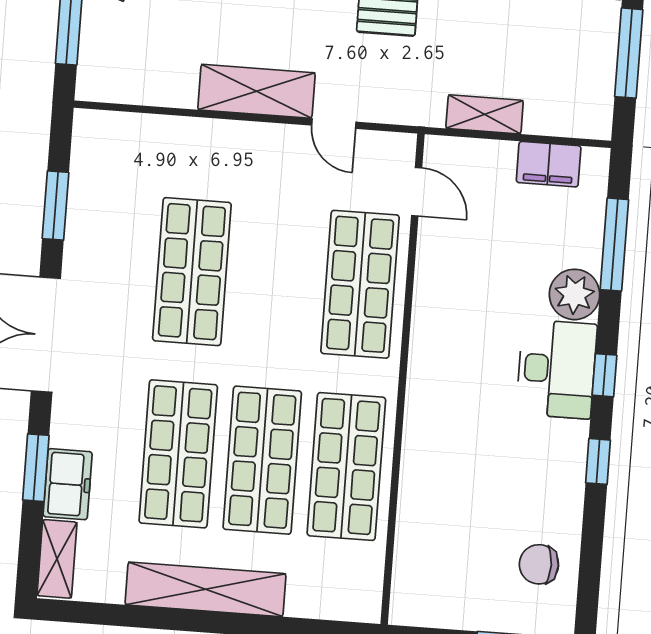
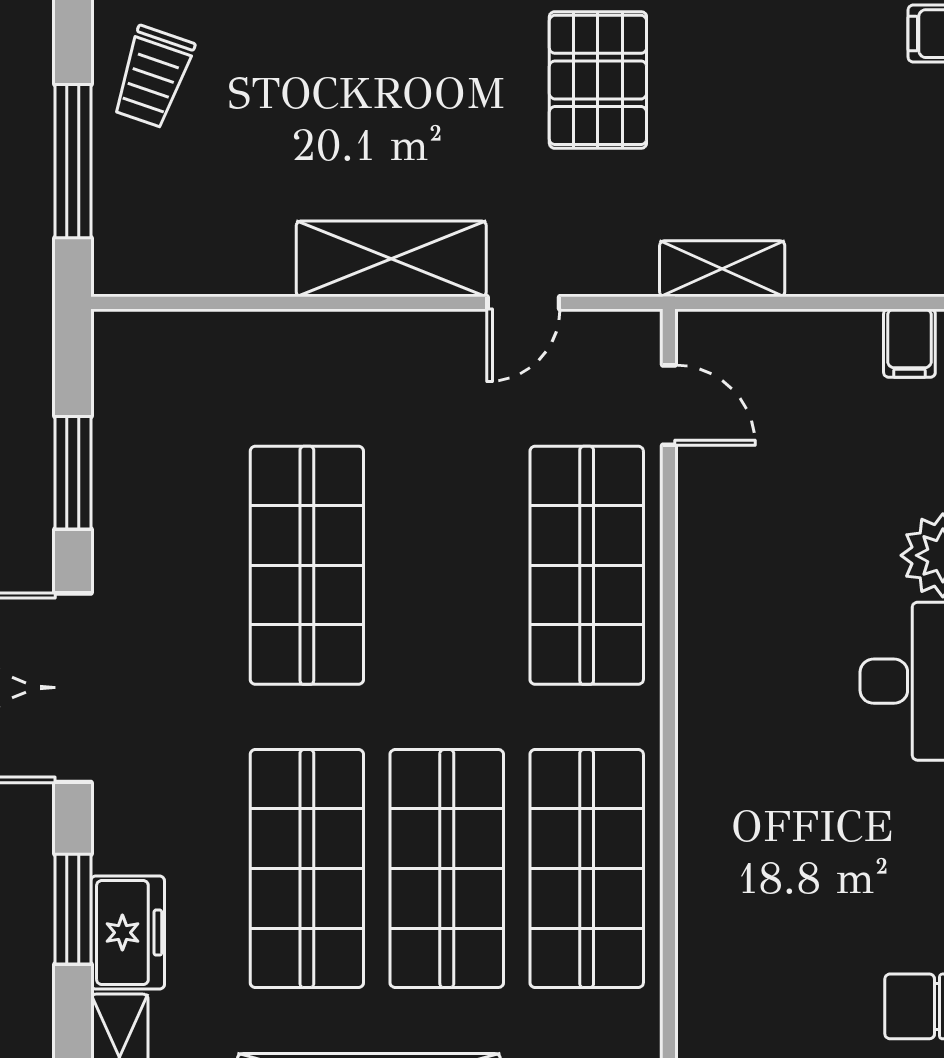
shelving: (485, 114) -> (722, 269), moved
door: (334, 124) -> (523, 303), hinge flipped
filing cabinet: (549, 164) -> (909, 343), width x0.50

